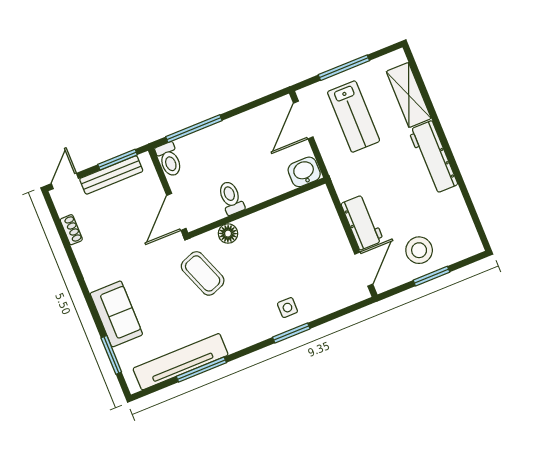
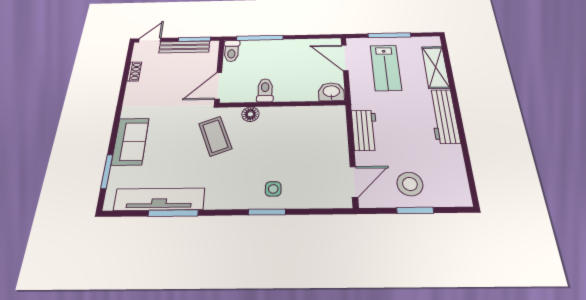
door: (303, 120) -> (345, 58), hinge flipped
workbench: (362, 222) -> (365, 130), moved

